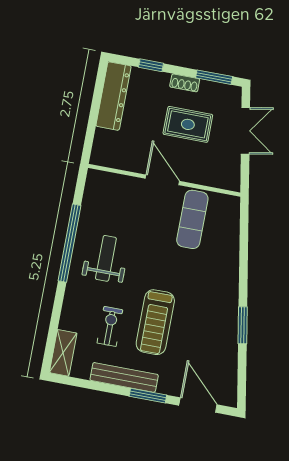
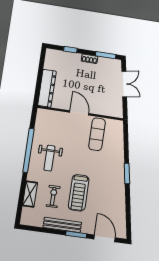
dresser: (113, 96) -> (47, 88), moved
rug: (188, 124) -> (92, 82), removed
weight bench: (106, 258) -> (49, 158), turned 180
window: (243, 325) -> (127, 173), moved
shelving: (63, 353) -> (30, 194), moved

